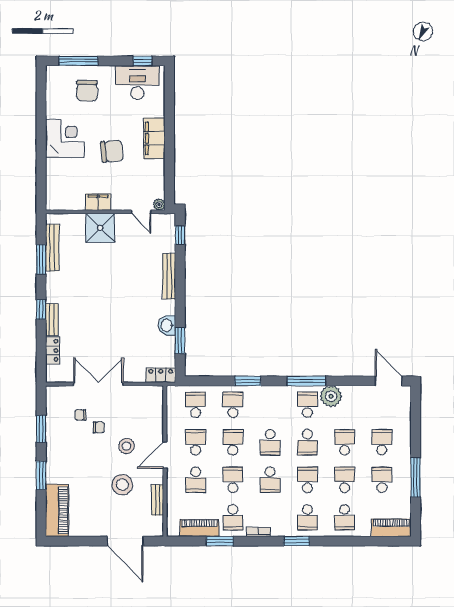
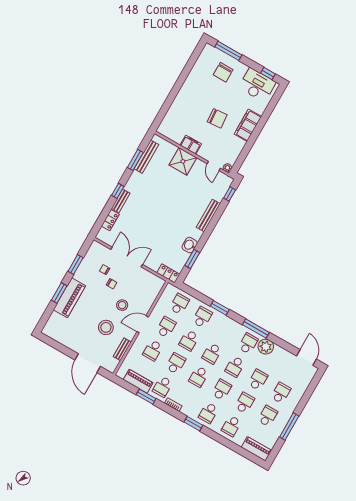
corner desk: (65, 138) -> (193, 94), removed
school desk: (233, 442) -> (189, 340), turned 180
piano: (57, 510) -> (69, 298), moved

